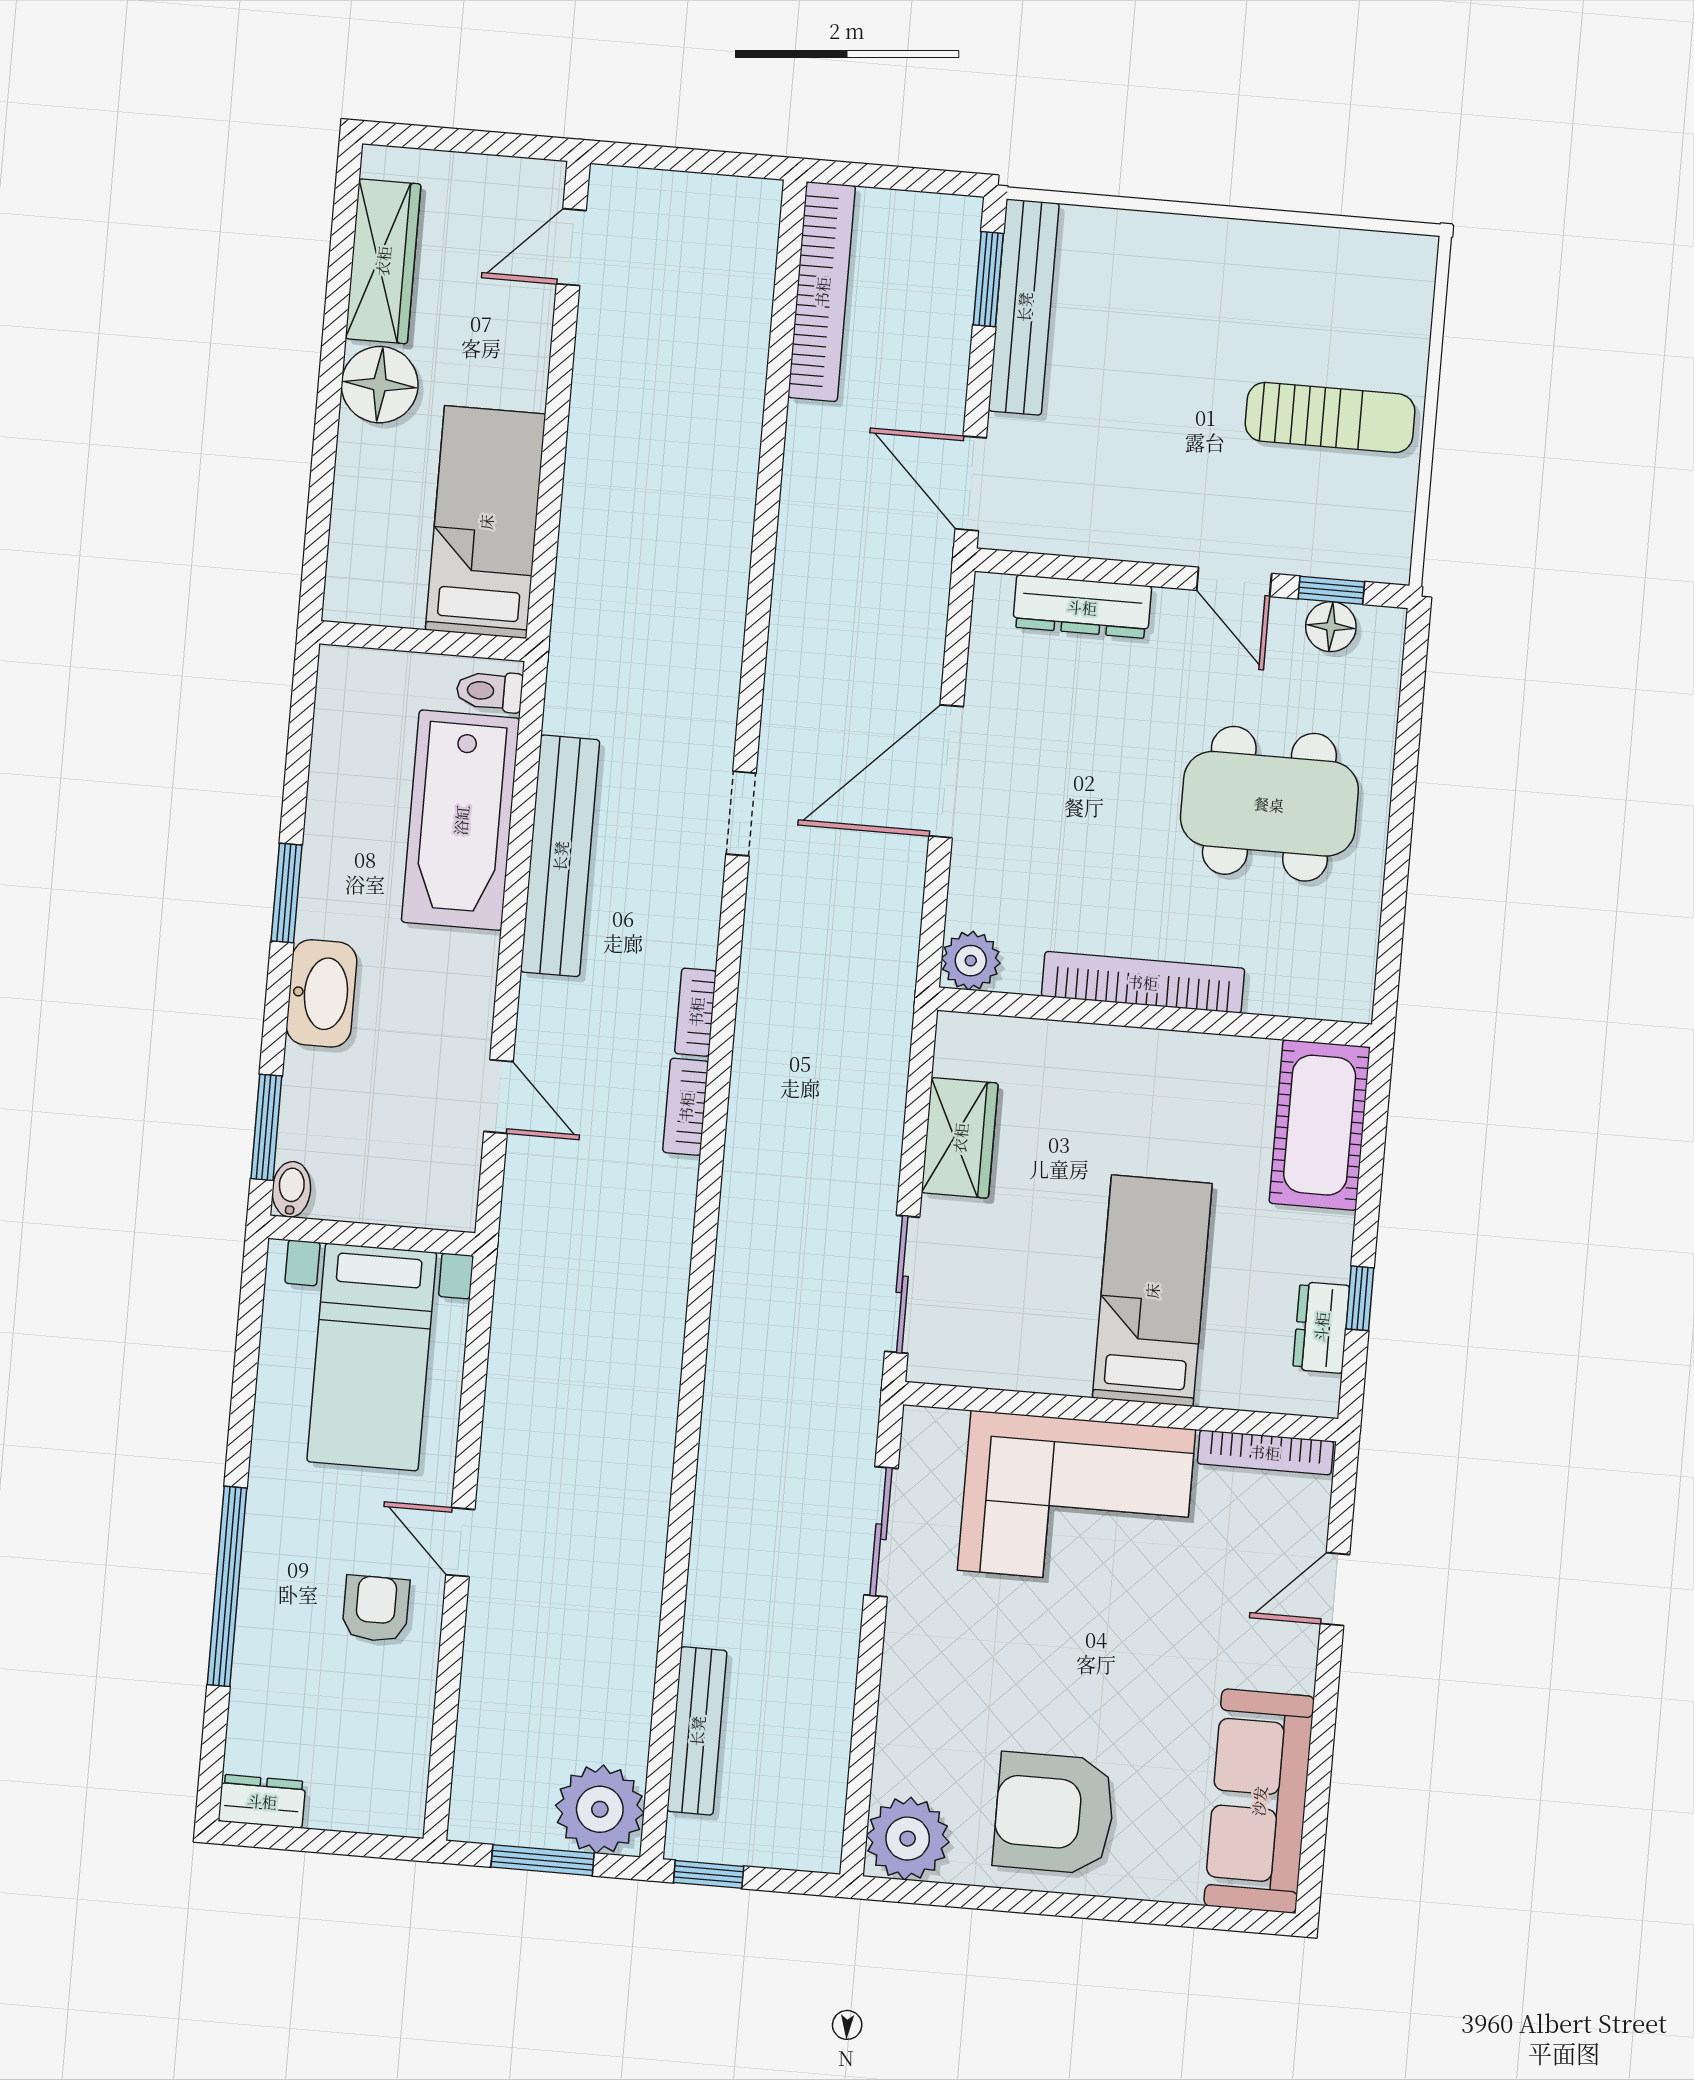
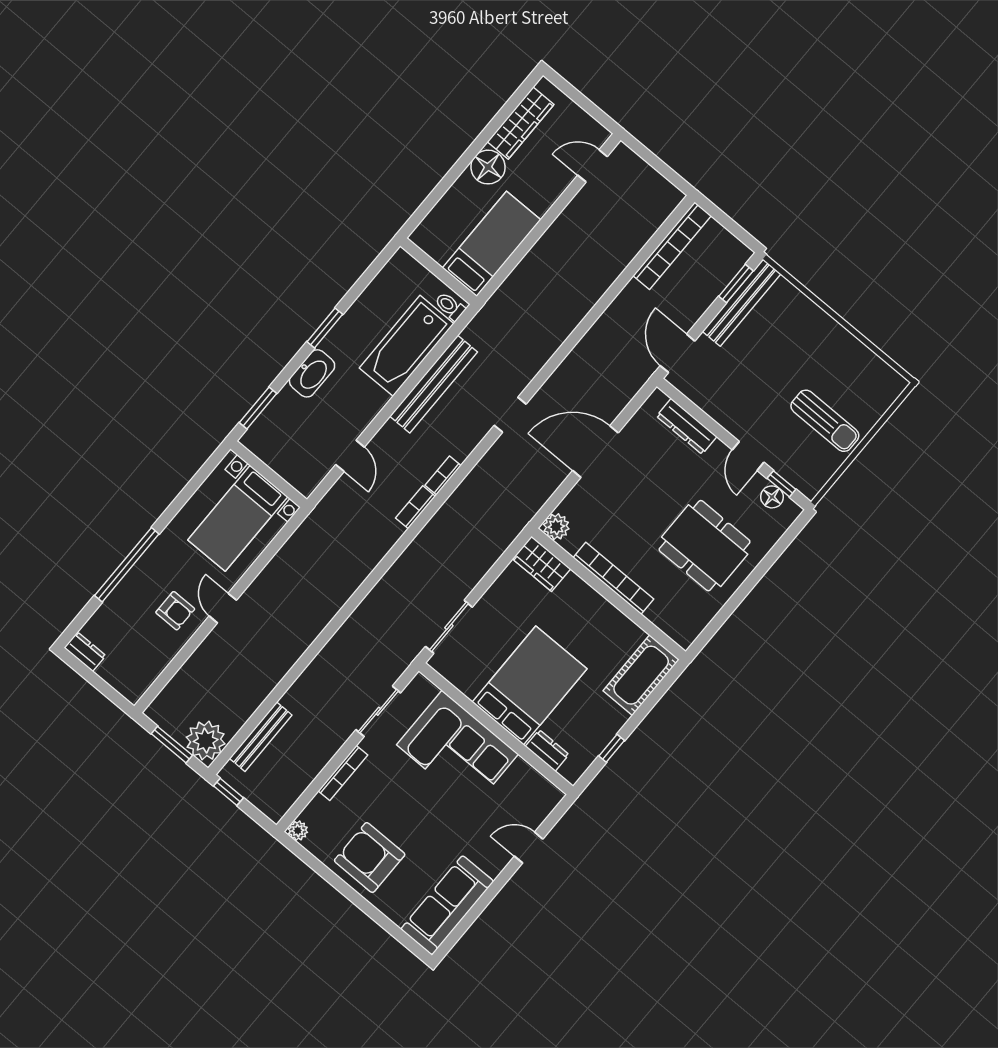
wardrobe: (960, 1138) -> (542, 564), moved, turned 90
bidet: (291, 1189) -> (251, 437), removed
bed: (1152, 1291) -> (530, 686), width x1.50
dresser: (1321, 1327) -> (547, 751), moved, turned 90
bookcase: (1265, 1452) -> (343, 773), moved, turned -90
armchair: (376, 1609) -> (175, 611), turned 90
plant: (908, 1839) -> (298, 831), width x0.53, depth x0.53

